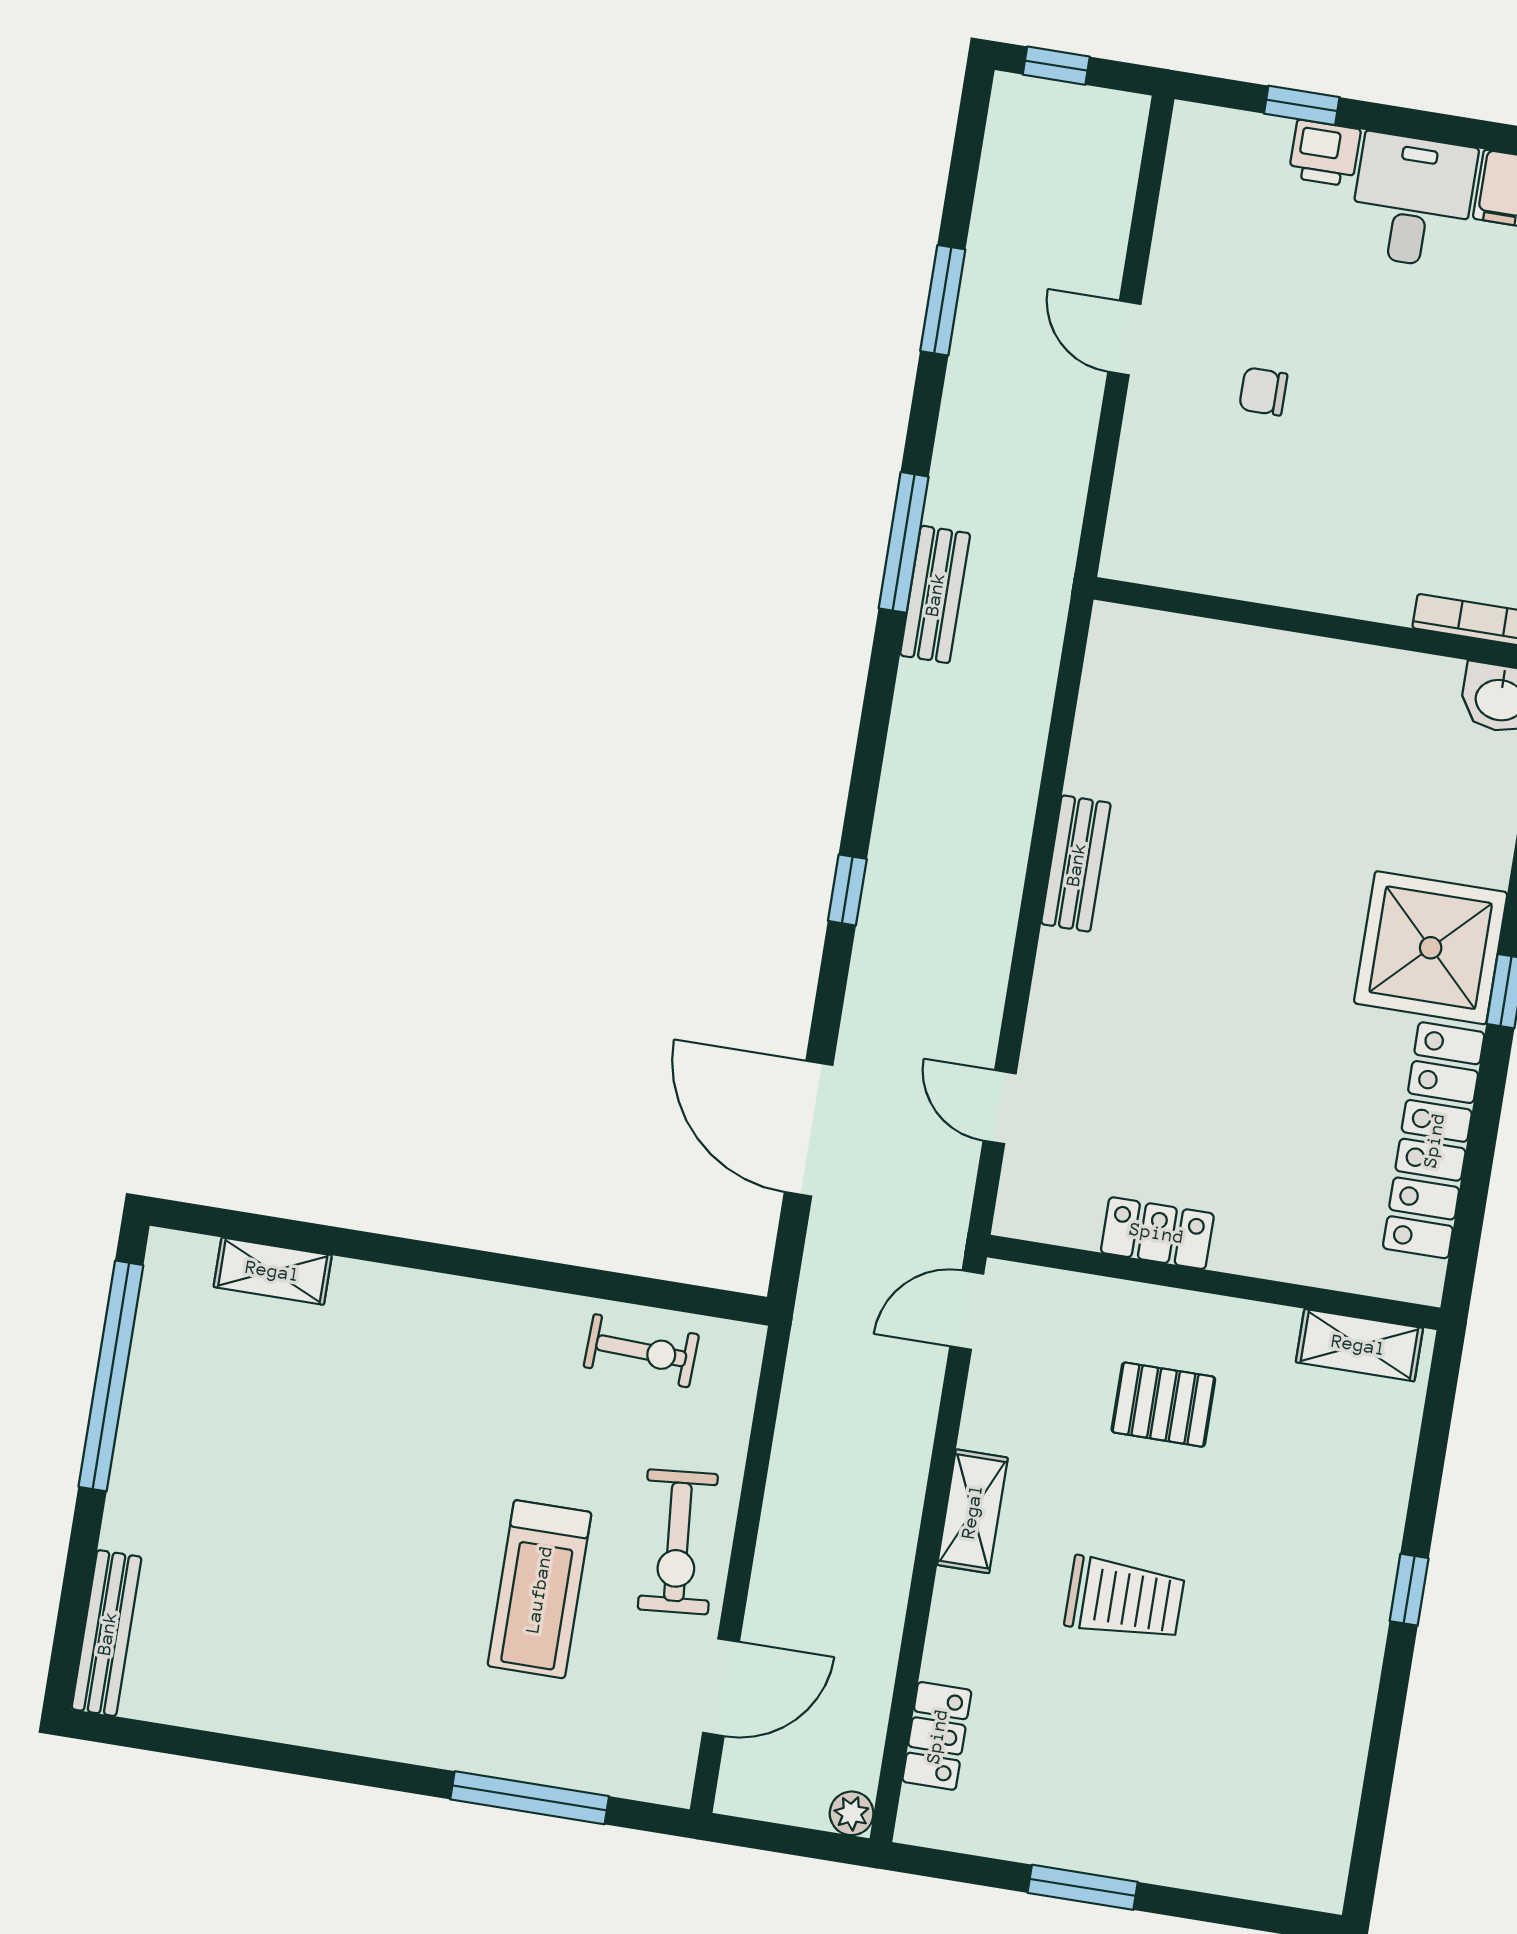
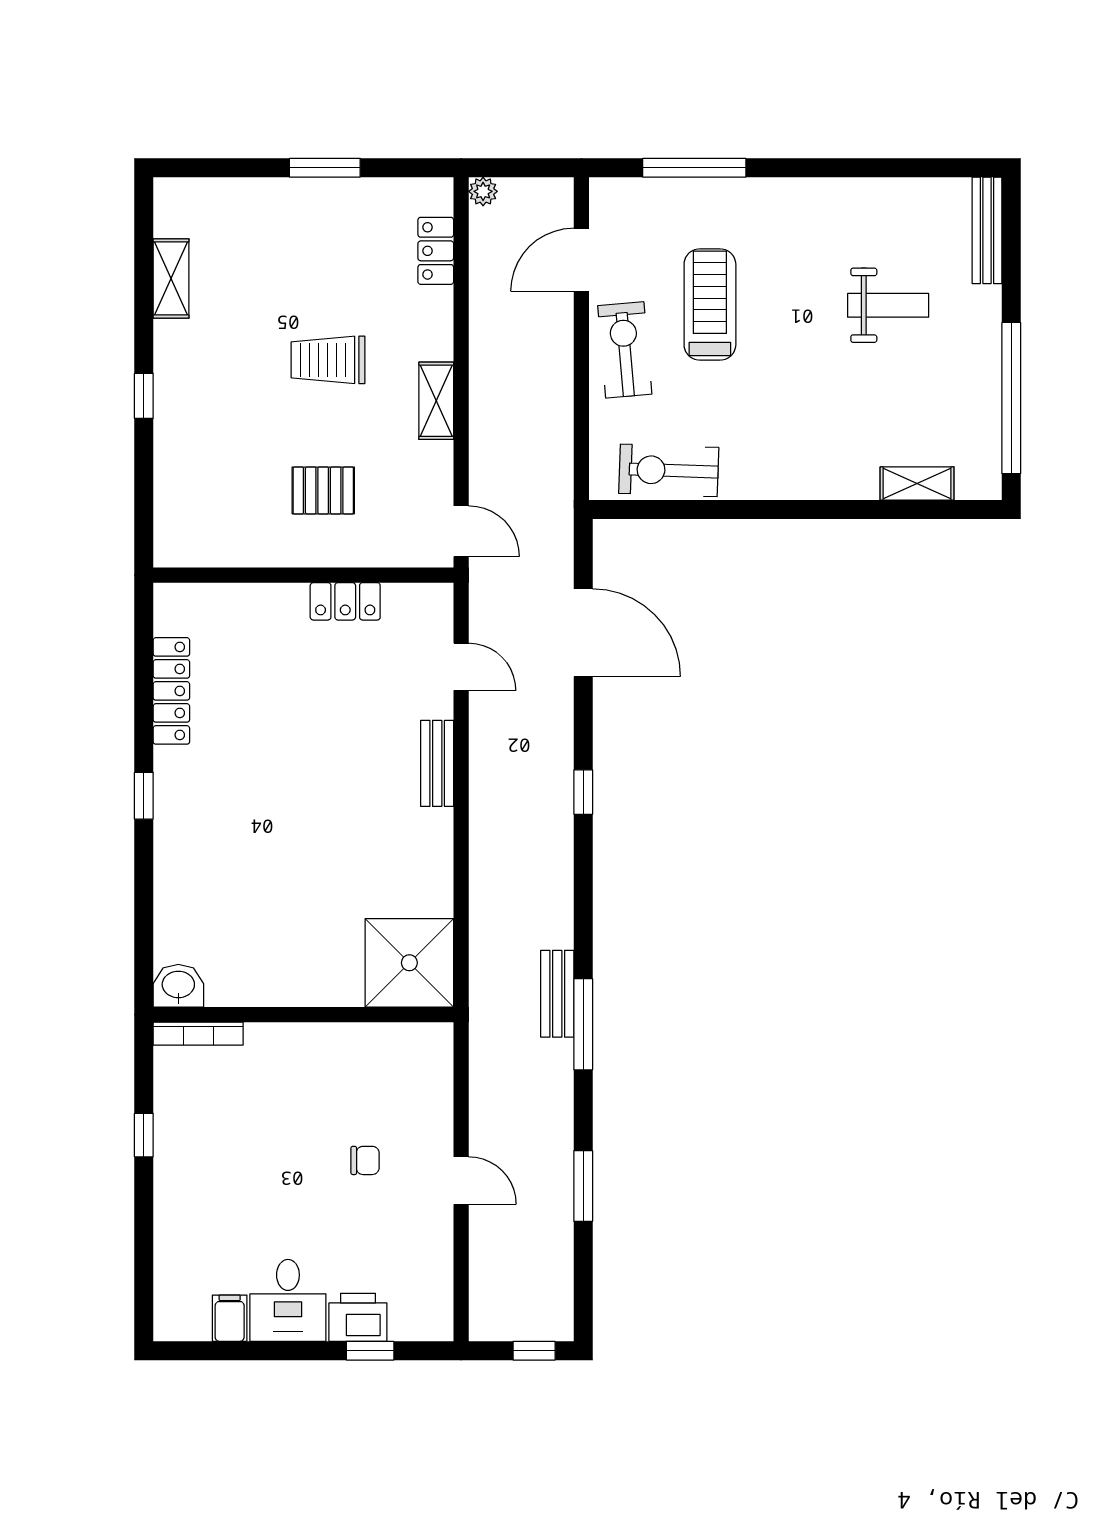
printer: (1325, 153) -> (358, 1317), width x1.36, depth x1.24
bench: (1076, 864) -> (437, 763), moved
shower: (1431, 948) -> (409, 963), moved
locker: (1434, 1140) -> (171, 691), width x0.71, depth x0.83
door: (967, 1310) -> (461, 531), hinge flipped
shelving: (1359, 1345) -> (171, 278), moved, turned 90
exercise bike: (641, 1351) -> (669, 470), width x1.38, depth x1.39
weight bench: (273, 1545) -> (888, 305), added

